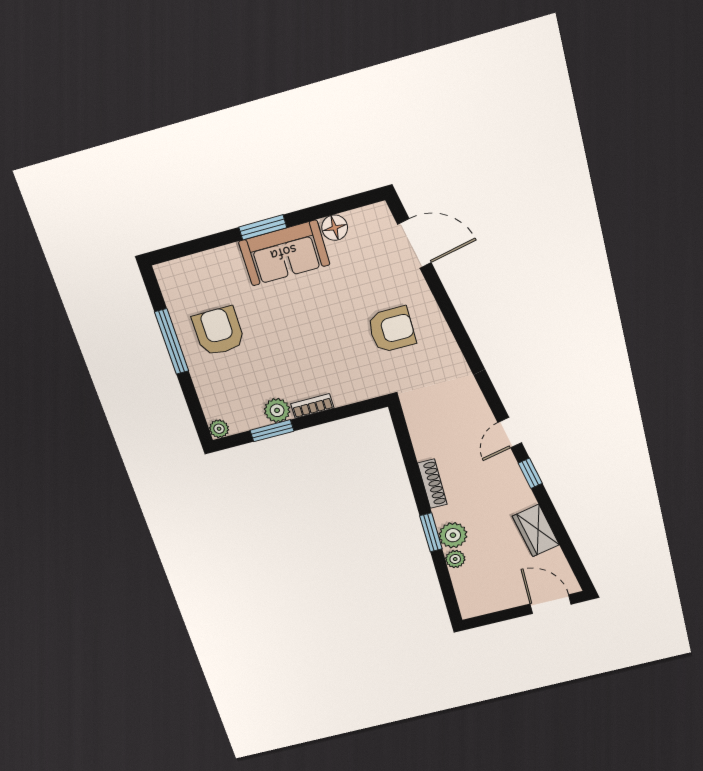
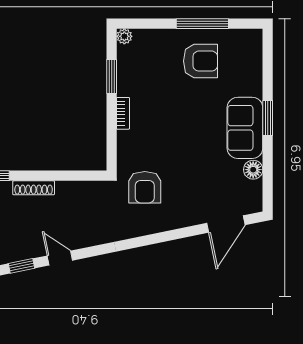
armchair: (392, 329) -> (145, 187), moved
plant: (277, 410) -> (127, 85), removed

